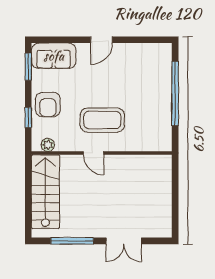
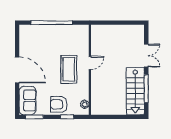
door: (101, 40) -> (17, 70), width x1.87
armchair: (48, 105) -> (59, 104), turned 180
door: (93, 153) -> (90, 63), moved
stairs: (45, 192) -> (135, 91), moved, turned -90

